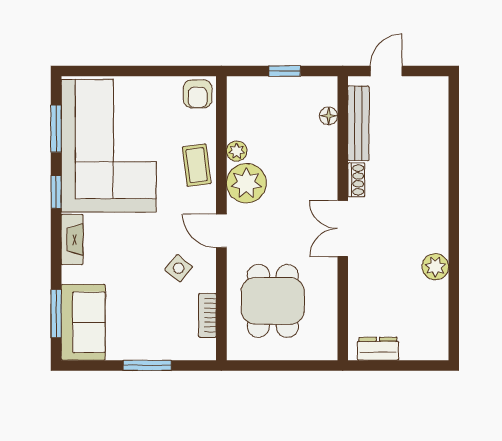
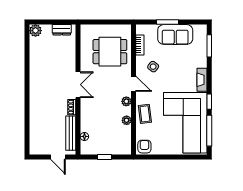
door: (386, 71) -> (58, 157), hinge flipped
window: (56, 129) -> (209, 131), width x1.44
plant: (246, 183) -> (126, 101), width x0.53, depth x0.53
plant: (435, 267) -> (35, 31), moved
dining table: (273, 301) -> (110, 52), turned 90
sofa: (83, 322) -> (175, 34), moved, turned -90

